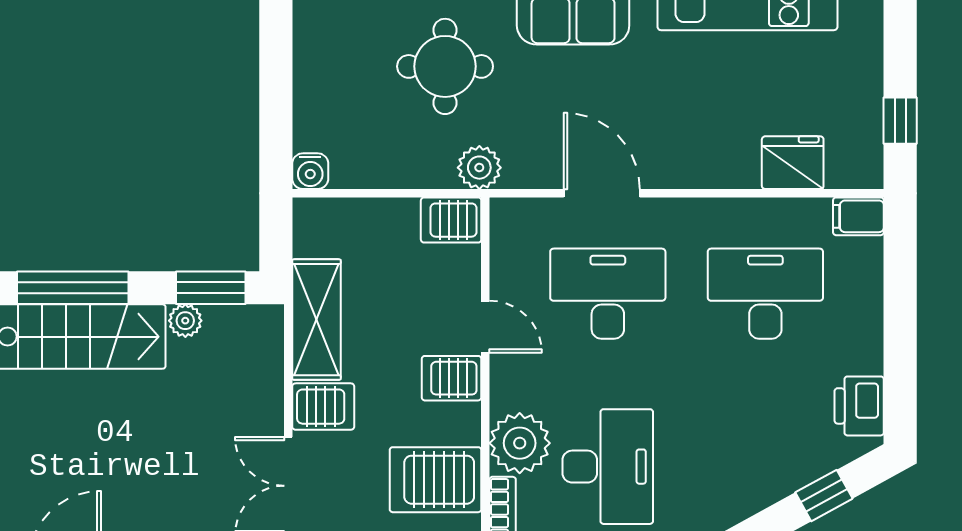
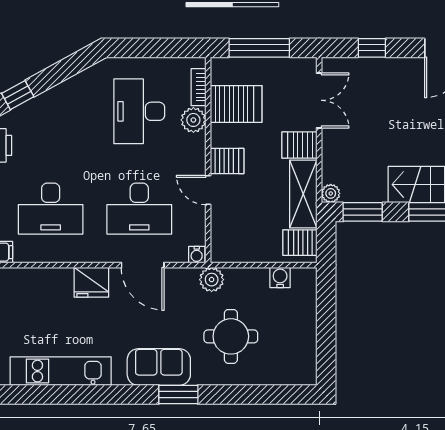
fridge: (793, 163) -> (91, 282), moved
water cooler: (310, 171) -> (280, 278), moved
water cooler: (506, 212) -> (197, 255), added
server rack: (451, 220) -> (300, 243), moved, turned 180
plant: (185, 321) -> (331, 193), moved
plant: (520, 443) -> (193, 120), width x0.73, depth x0.73

